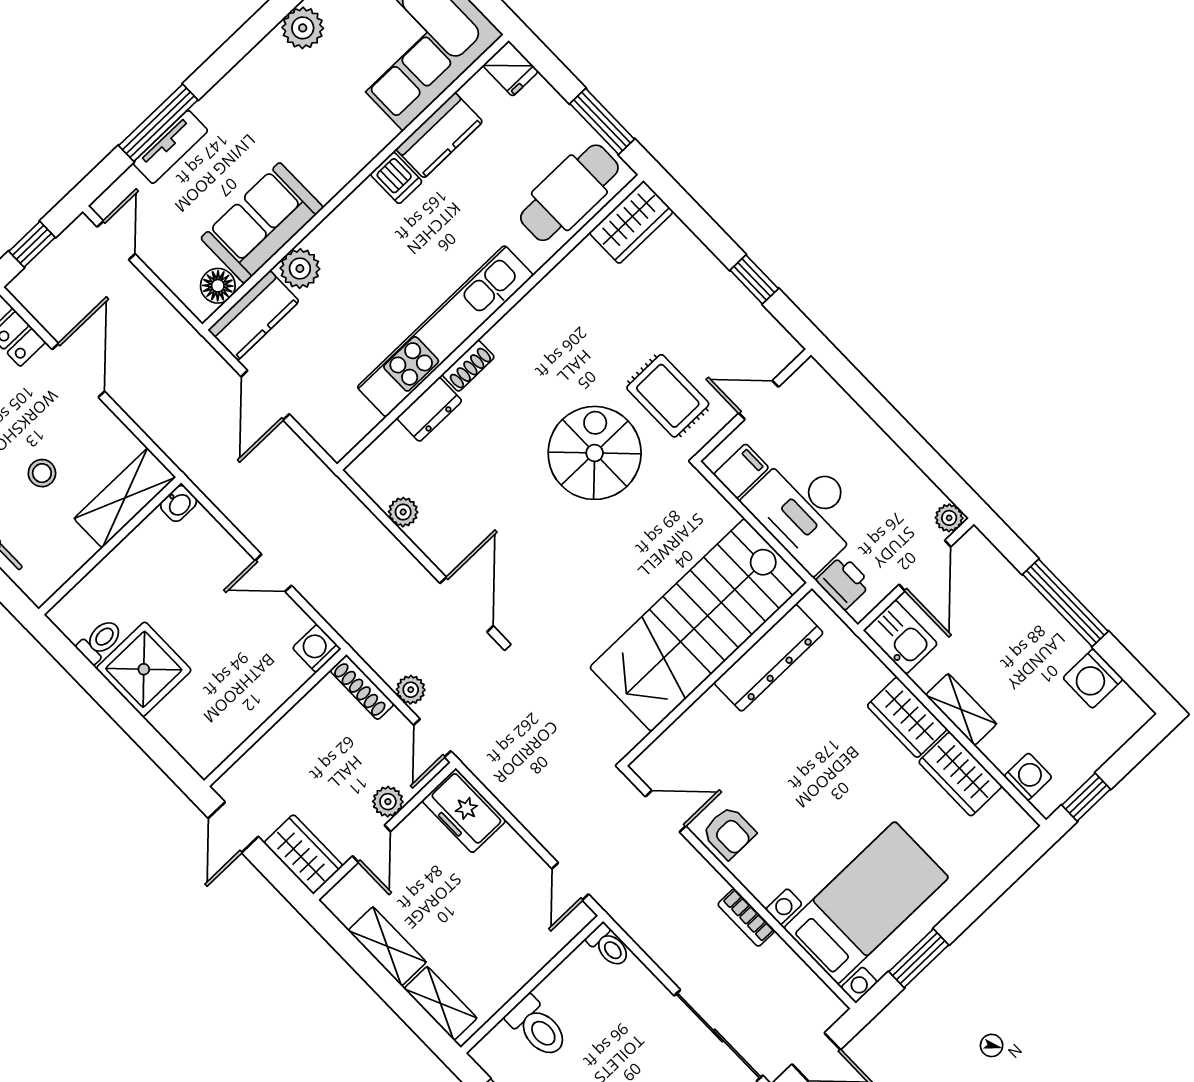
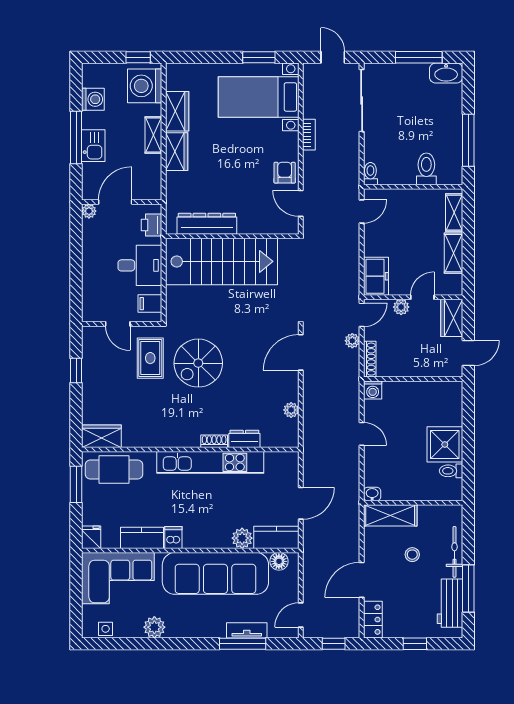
sofa: (262, 223) -> (215, 573), width x1.85, depth x1.27
desk: (806, 511) -> (140, 265), width x0.73
kitchen sink: (900, 637) -> (93, 146), moved, turned 180
washing machine: (1028, 777) -> (145, 86), width x1.89, depth x1.89

